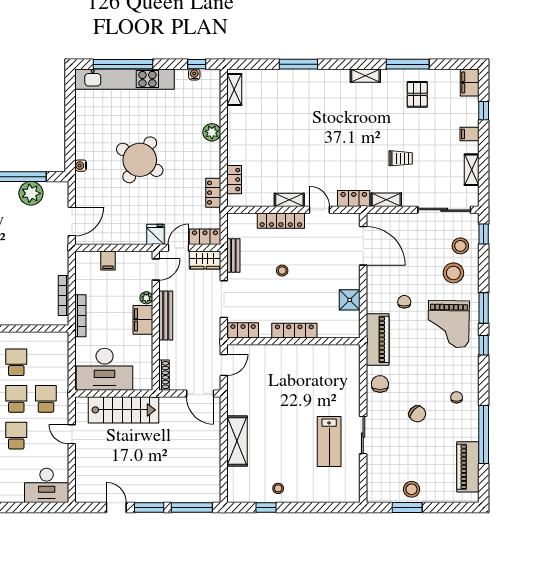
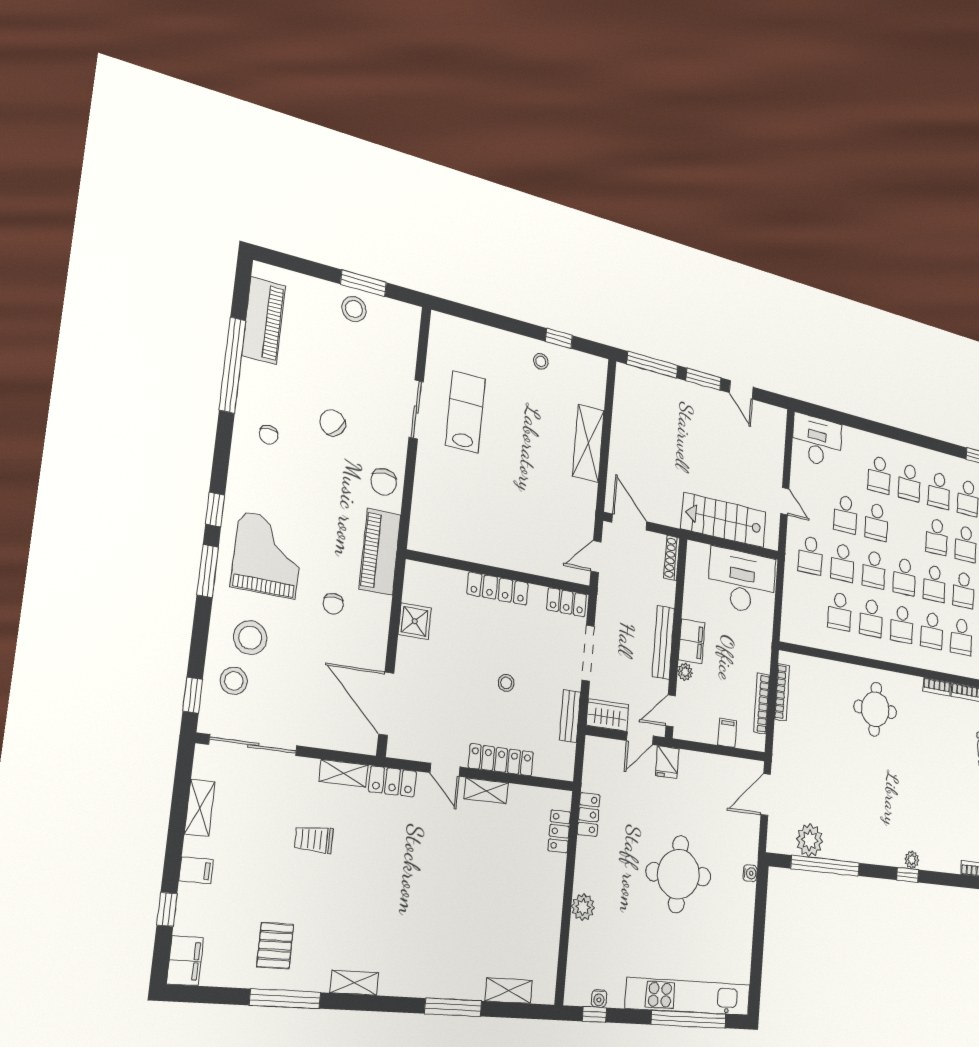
shelving: (234, 89) -> (509, 991), moved, turned 90
round table: (140, 160) -> (678, 874), turned -32
locker: (205, 237) -> (605, 750), removed
bookcase: (80, 316) -> (762, 704), moved

